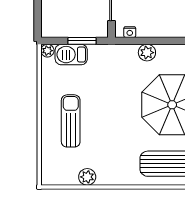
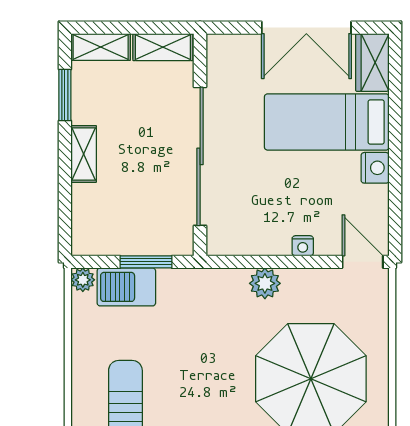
nightstand: (130, 32) -> (303, 246), moved

